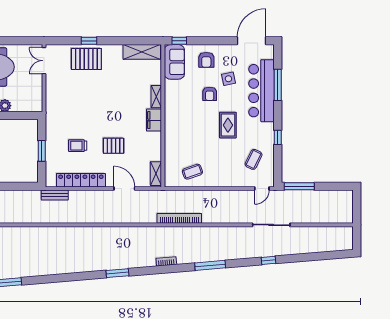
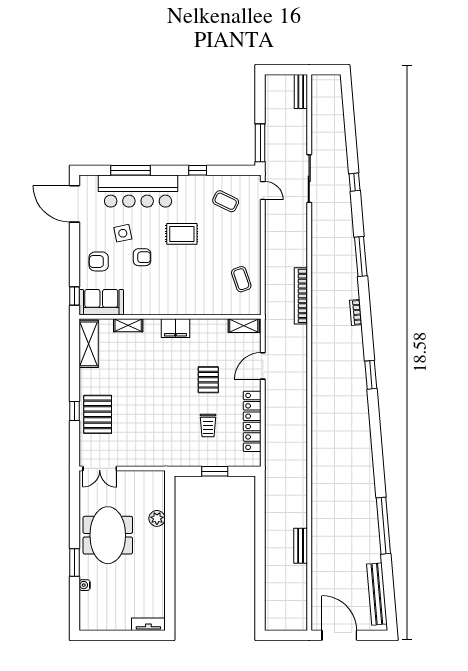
armchair: (206, 60) -> (99, 261), turned 180
shelving: (156, 97) -> (128, 325), moved
bench: (55, 195) -> (301, 91), moved

